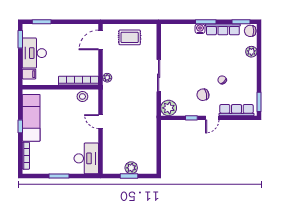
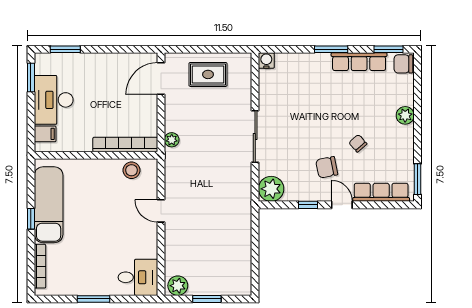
water cooler: (200, 29) -> (266, 60), moved
plant: (251, 52) -> (405, 115), moved
door: (212, 118) -> (342, 205), swing flipped
desk: (86, 158) -> (138, 277), width x0.73
plant: (131, 168) -> (178, 286), moved

